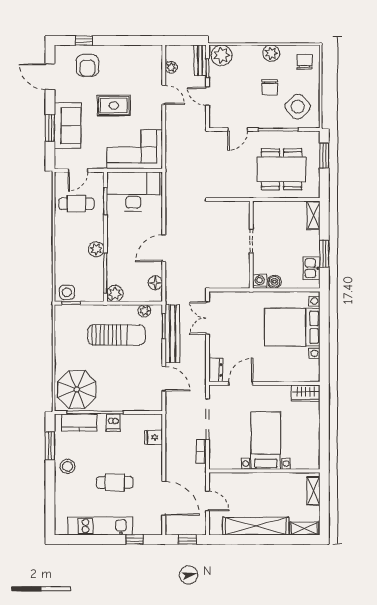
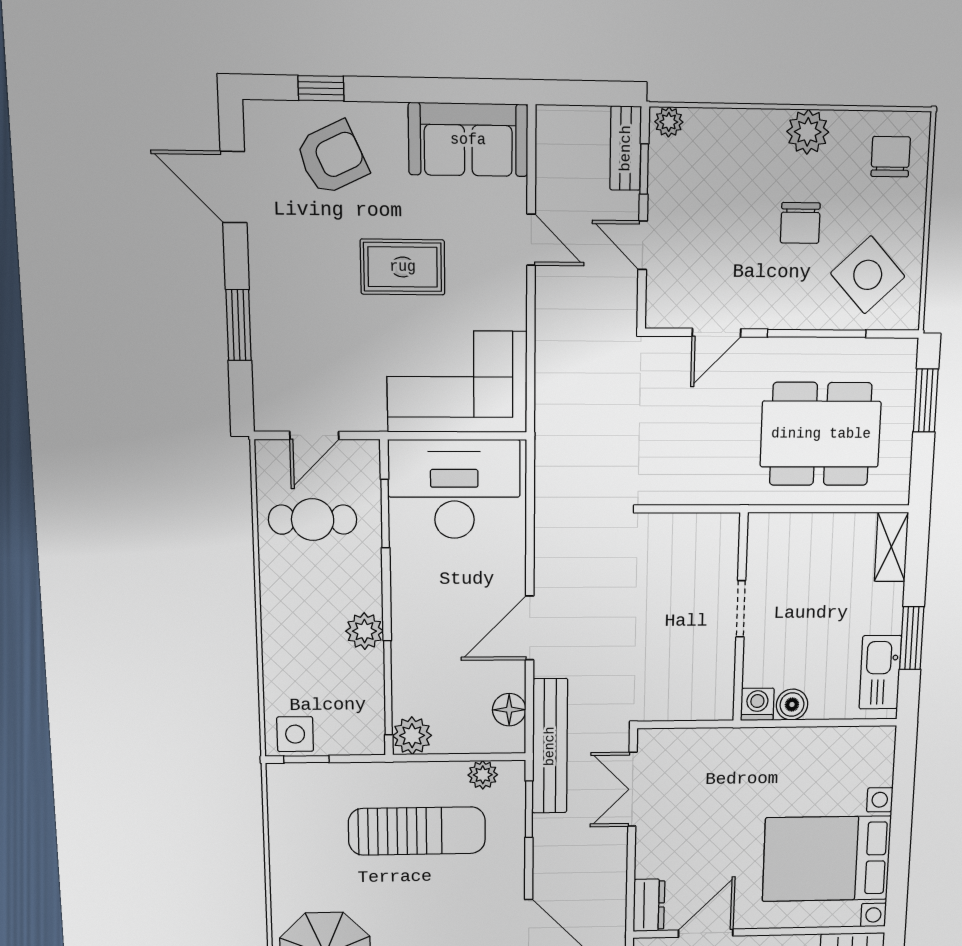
plant: (222, 55) -> (669, 122), width x0.53, depth x0.53
armchair: (87, 65) -> (332, 158), turned -115
plant: (171, 67) -> (551, 166), removed
sofa: (67, 125) -> (468, 140), moved, turned 90
kitchen sink: (312, 268) -> (880, 672), width x1.38
bed with nightstands: (292, 327) -> (827, 859), moved
bench: (172, 334) -> (550, 746), moved

